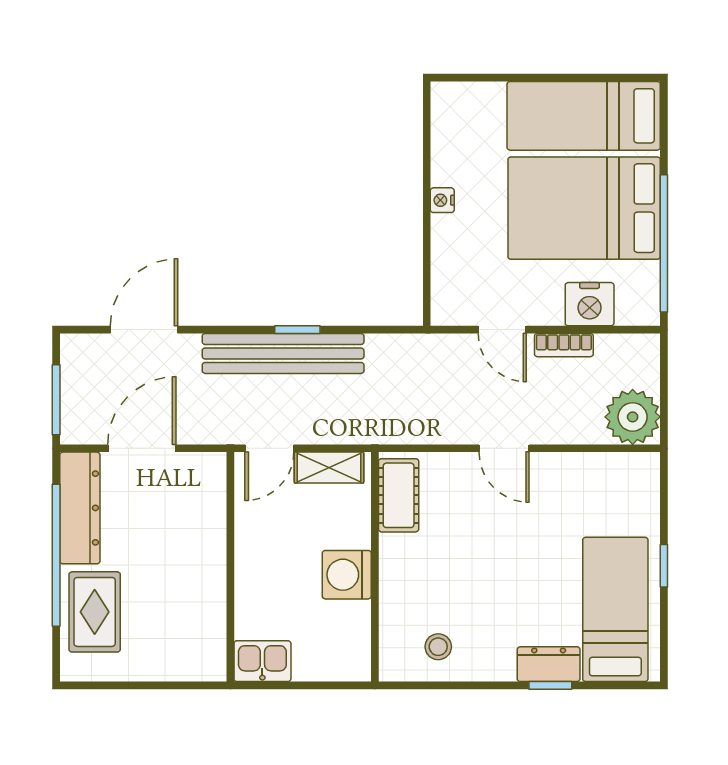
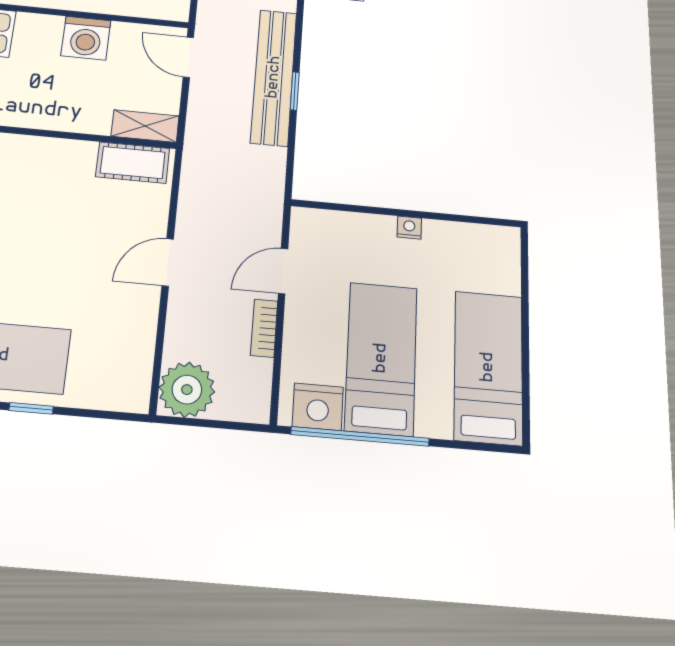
bed: (584, 208) -> (381, 358), width x0.67
nightstand: (590, 304) -> (318, 407), moved, turned -90
shelving: (329, 468) -> (145, 126), moved, turned 90
washing machine: (347, 575) -> (86, 38), moved, turned 180

